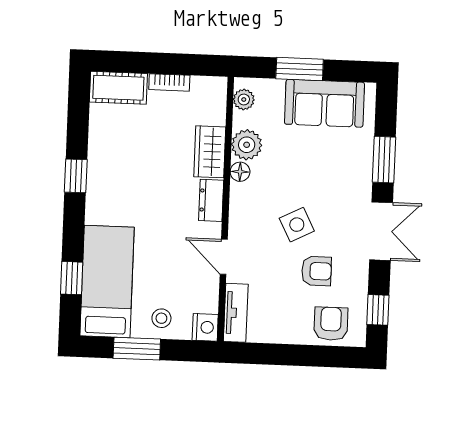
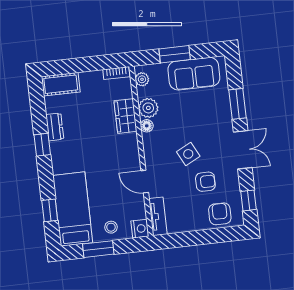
bookcase: (169, 82) -> (116, 73), moved
dresser: (211, 200) -> (55, 127), moved, turned 180

